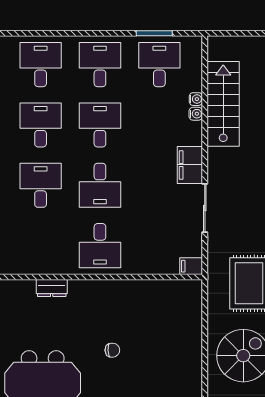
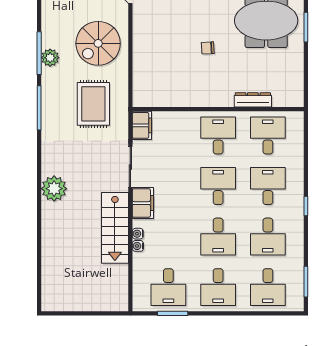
water cooler: (196, 99) -> (138, 234), moved
stairs: (223, 104) -> (115, 228), moved
desk: (41, 185) -> (268, 186), turned 180
desk: (41, 246) -> (268, 136), added
filing cabinet: (191, 266) -> (142, 125), width x2.00
dresser: (52, 288) -> (253, 100), width x1.44

